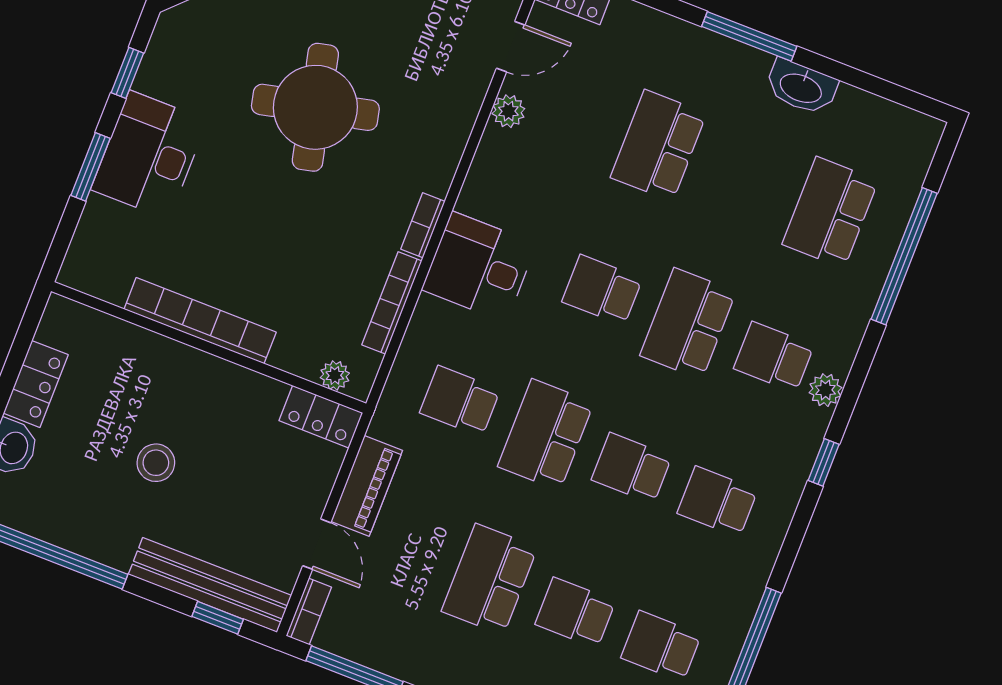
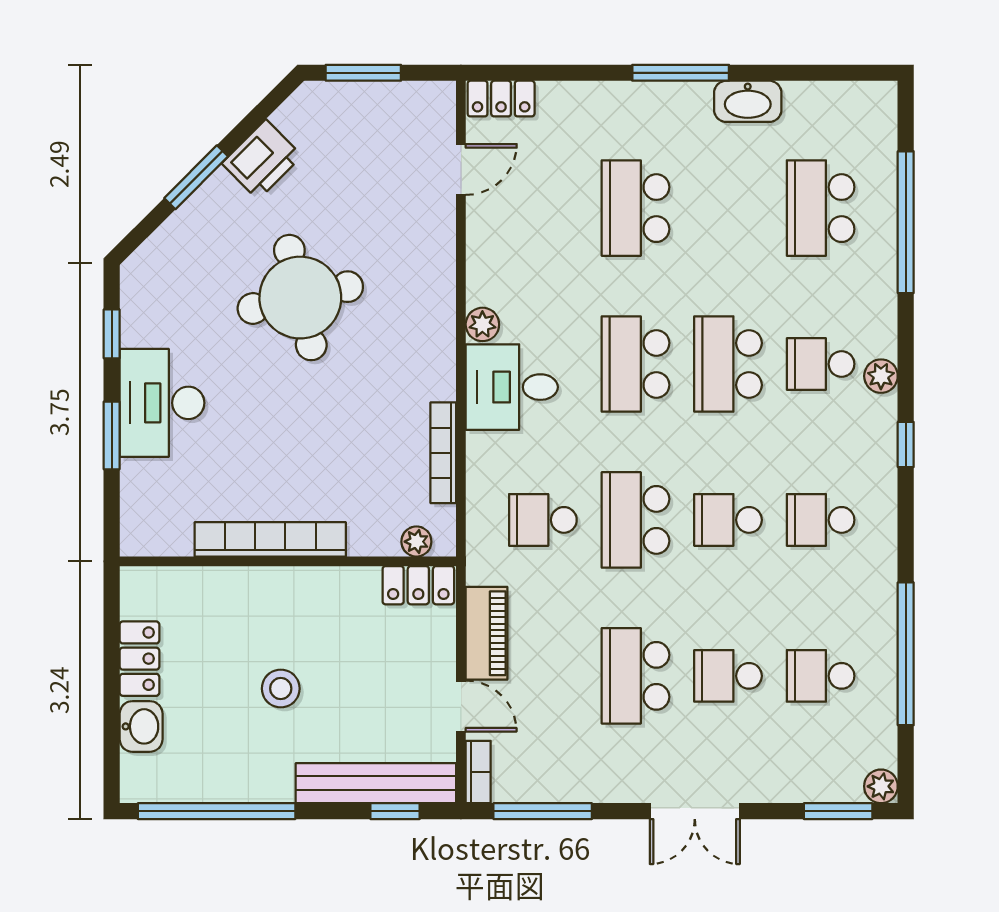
plant: (508, 111) -> (482, 324), moved
bookcase: (423, 225) -> (444, 369), removed
school desk: (602, 290) -> (635, 364), width x1.85

